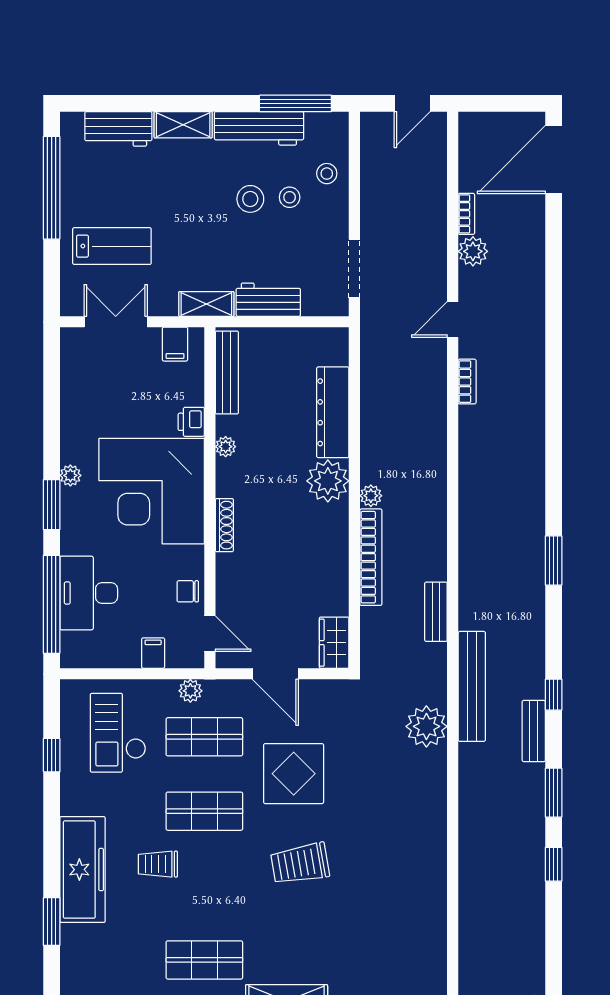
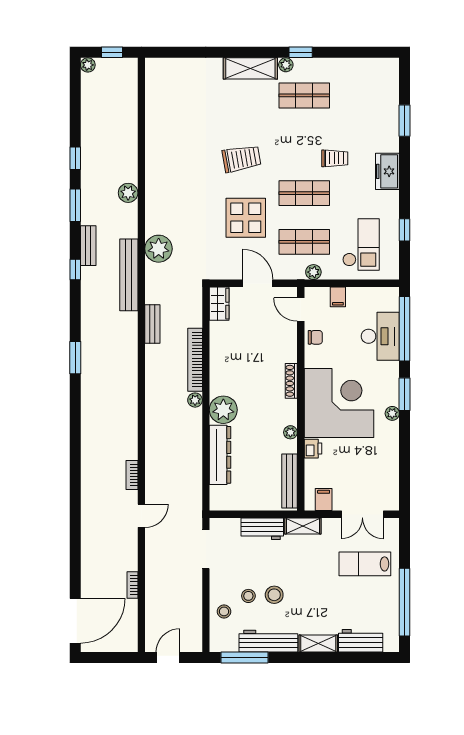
plant: (473, 251) -> (128, 193), moved
freezer: (82, 870) -> (387, 171), width x0.52, depth x0.79

